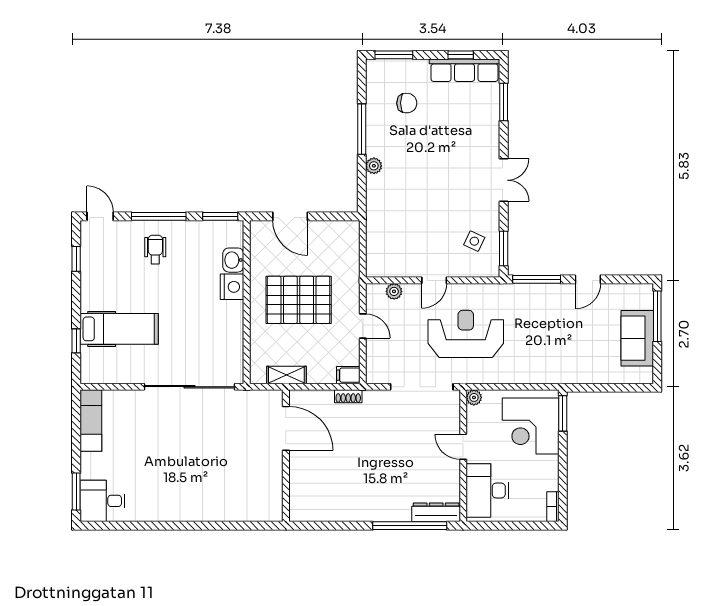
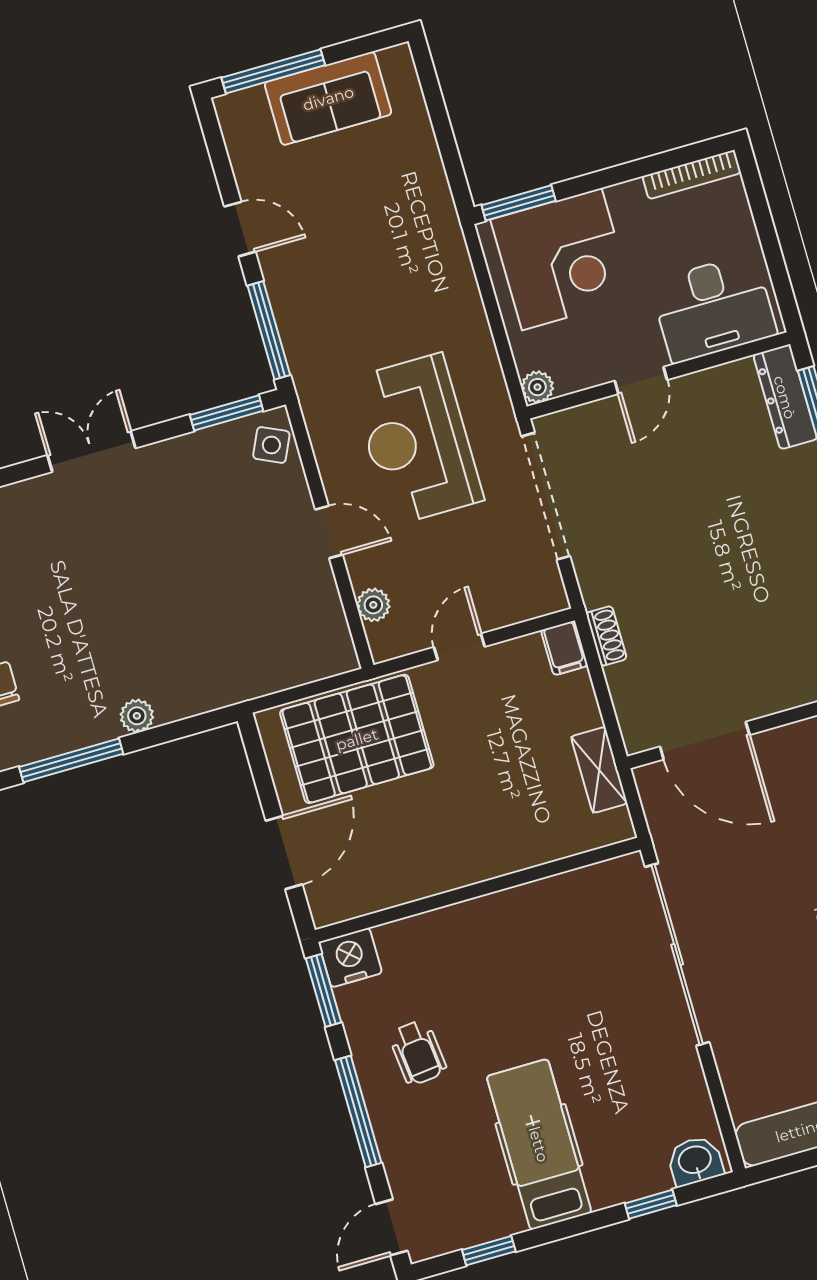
side table: (474, 241) -> (271, 445), moved
wheelchair: (155, 249) -> (418, 1053), moved, turned -96
washbasin: (233, 260) -> (695, 1161), moved, turned 180
nightstand: (232, 287) -> (350, 958), moved
pallet: (299, 300) -> (357, 739), moved, turned 90
hospital bed: (119, 329) -> (539, 1144), moved
door: (286, 428) -> (705, 741), swing flipped
bookcase: (553, 507) -> (692, 175), width x1.56

